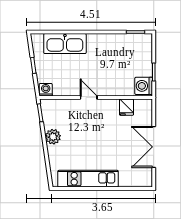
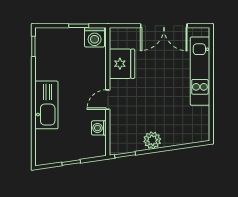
kitchen sink: (65, 44) -> (46, 105), moved
washing machine: (46, 90) -> (99, 128), moved
fridge: (126, 107) -> (122, 64), width x1.88, depth x1.34
kitchen unit: (88, 179) -> (200, 71), moved

